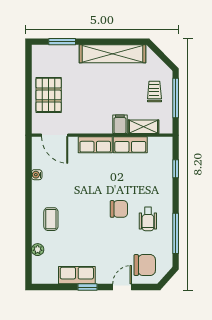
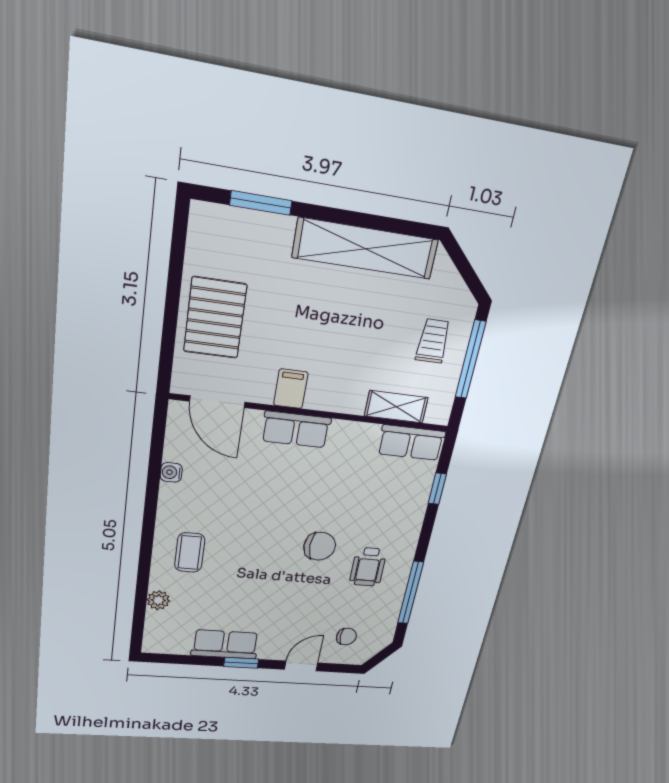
filing cabinet: (120, 124) -> (291, 389), moved
row of seats: (130, 145) -> (411, 443), moved
chair: (145, 265) -> (346, 636), width x0.54, depth x0.54

